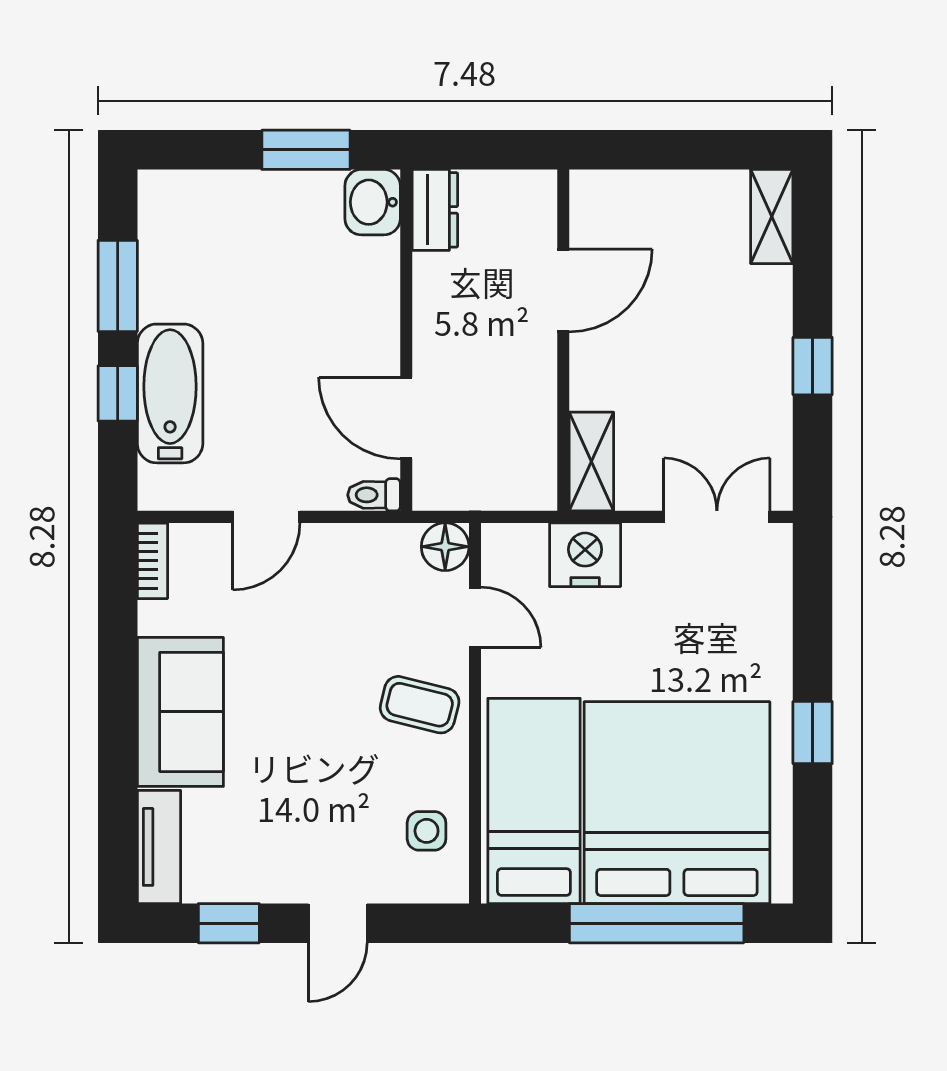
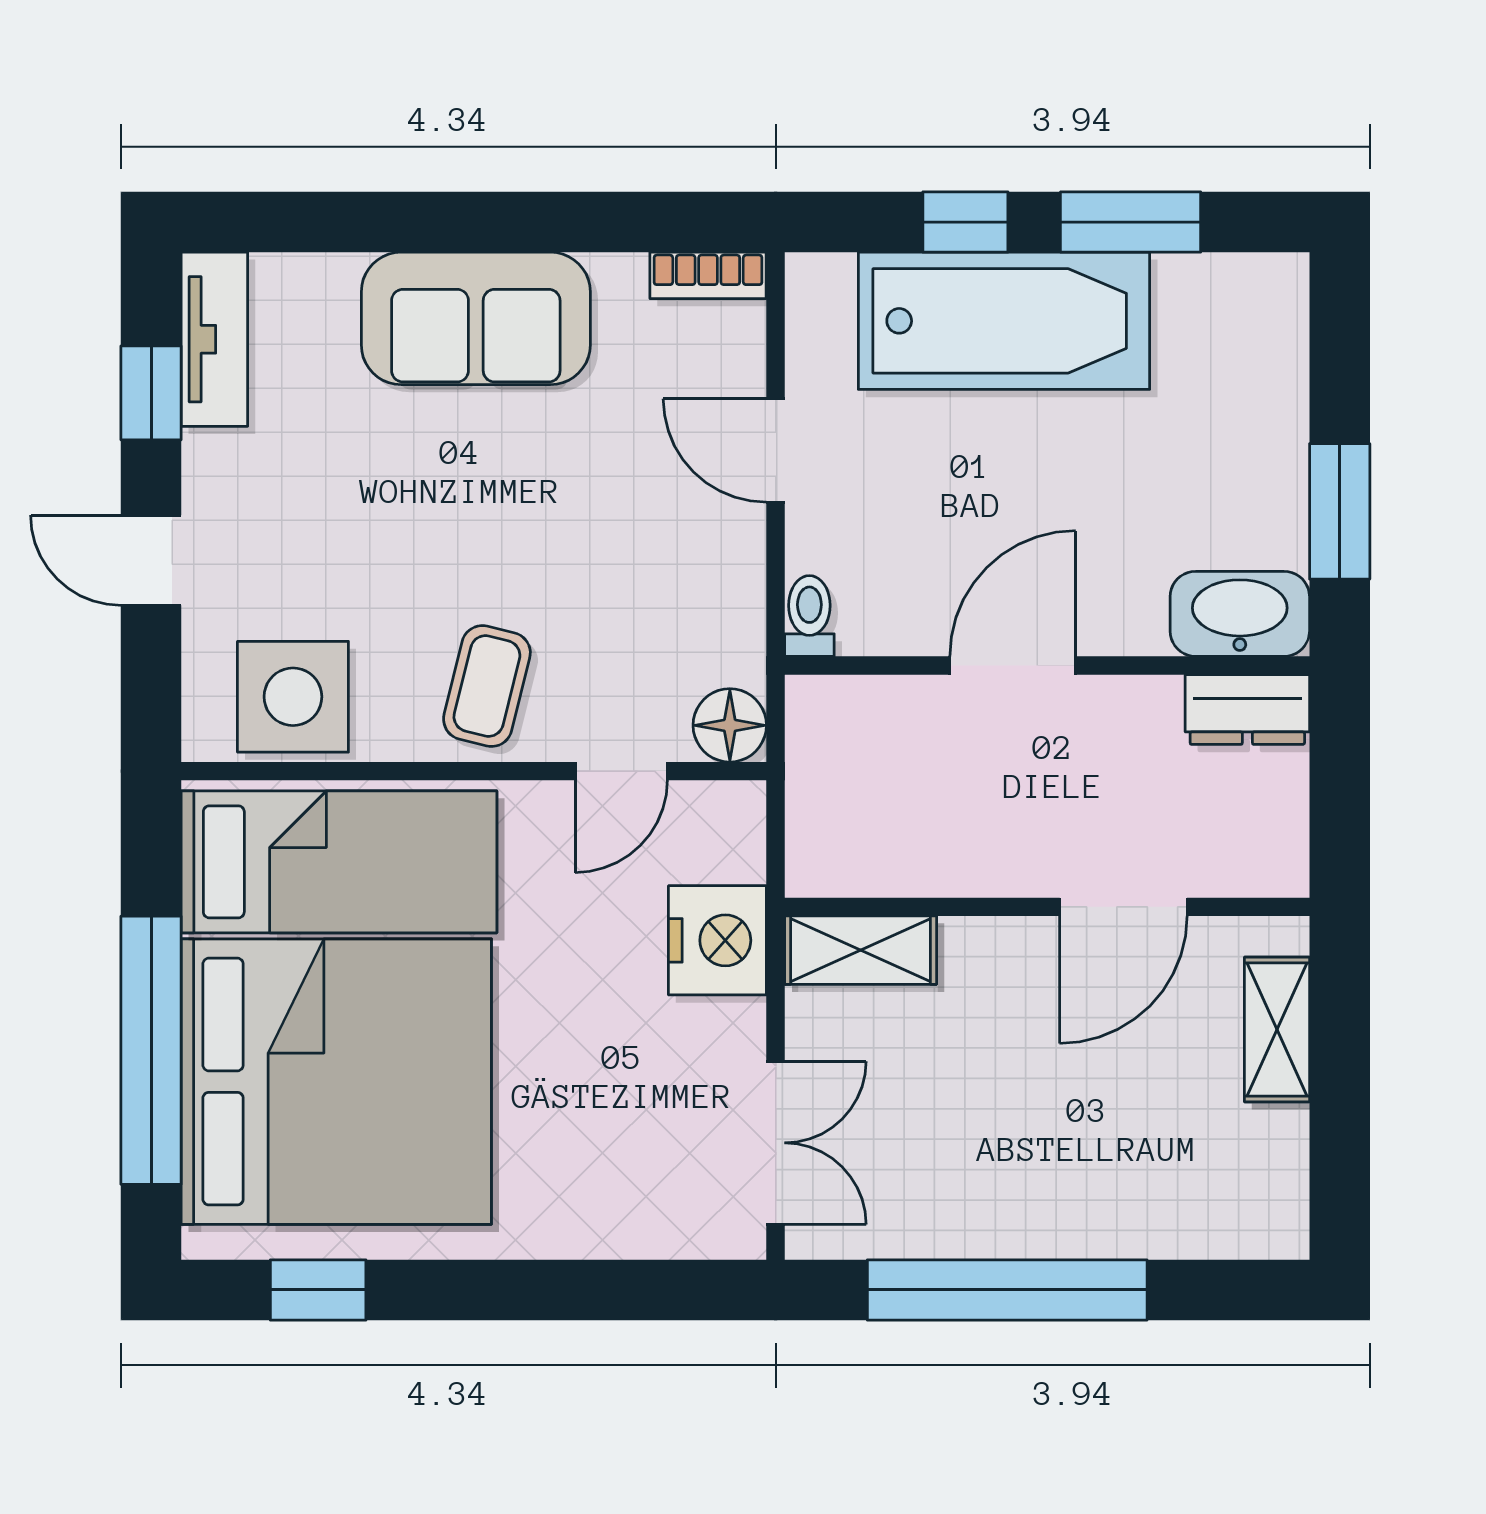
washbasin: (373, 202) -> (1240, 614), width x1.38
shelving: (772, 217) -> (1277, 1029), moved, turned 90
door: (563, 291) -> (1123, 907), hinge flipped
window: (813, 366) -> (1007, 1290), width x3.17
bathtub: (170, 393) -> (1004, 321), width x1.36, depth x1.36
door: (406, 418) -> (1013, 666), moved
window: (813, 733) -> (318, 1290), moved
side table: (427, 831) -> (293, 697), width x1.87, depth x1.87
tv unit: (159, 847) -> (214, 339), moved, turned -90

